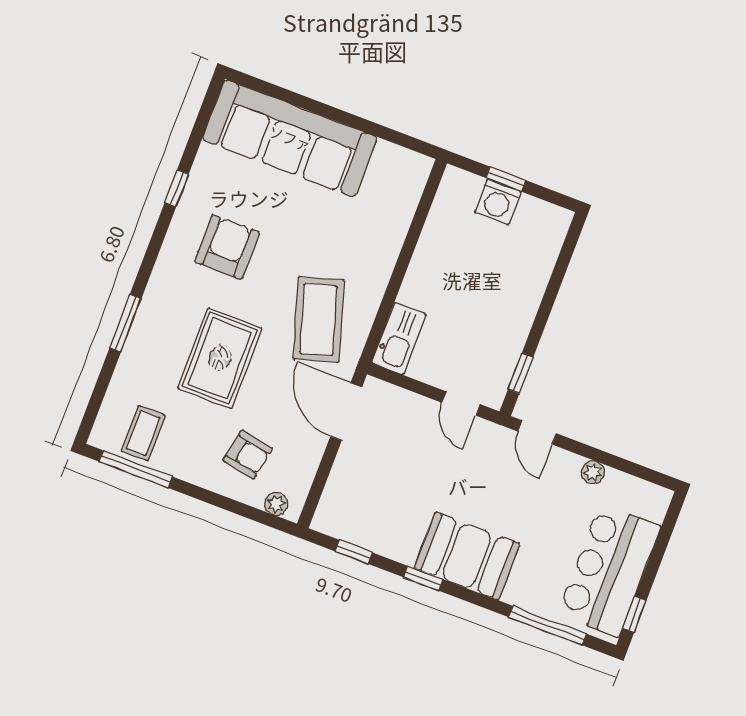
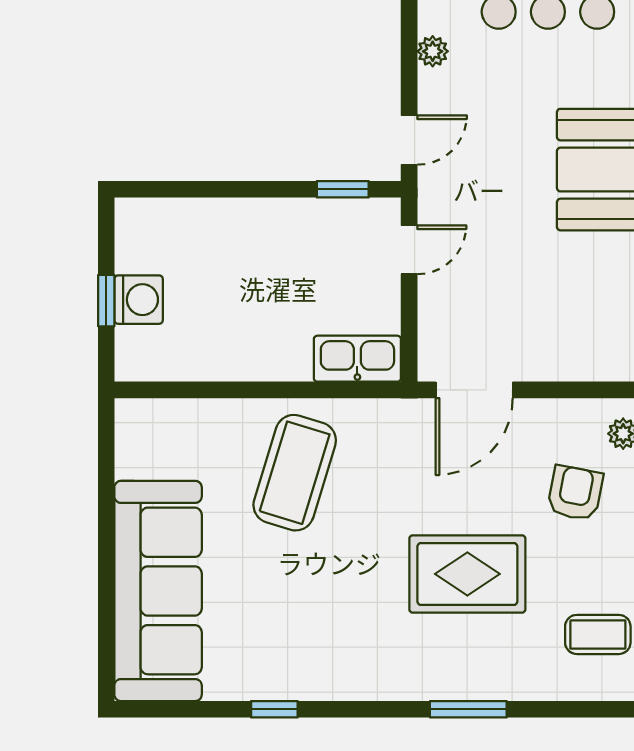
armchair: (227, 247) -> (324, 618), removed
coffee table: (318, 320) -> (295, 473), moved, turned -56

